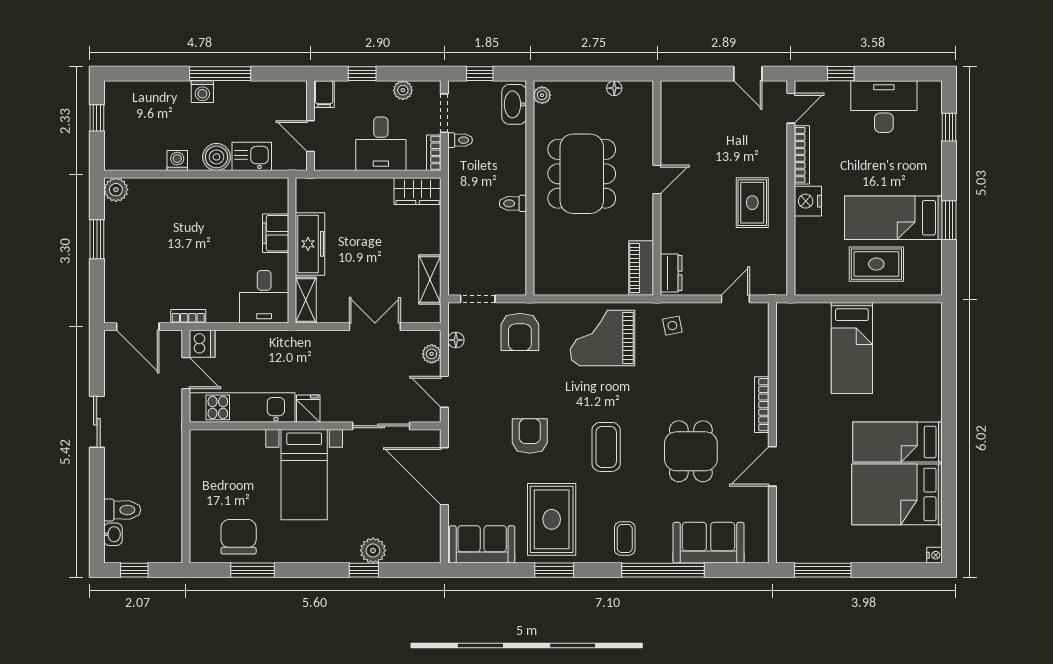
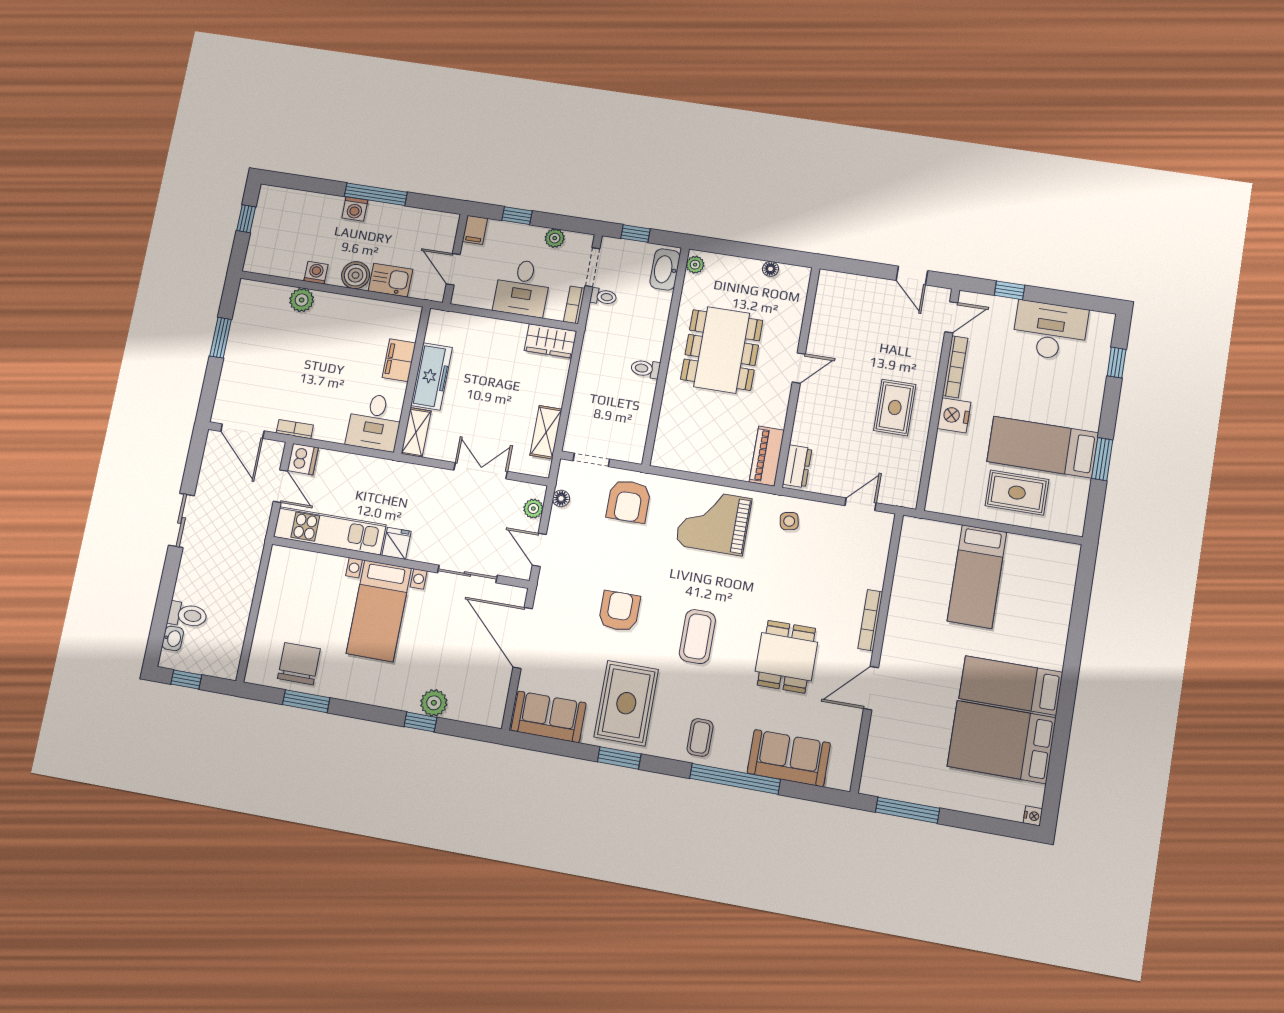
plant: (116, 190) -> (302, 300), moved

